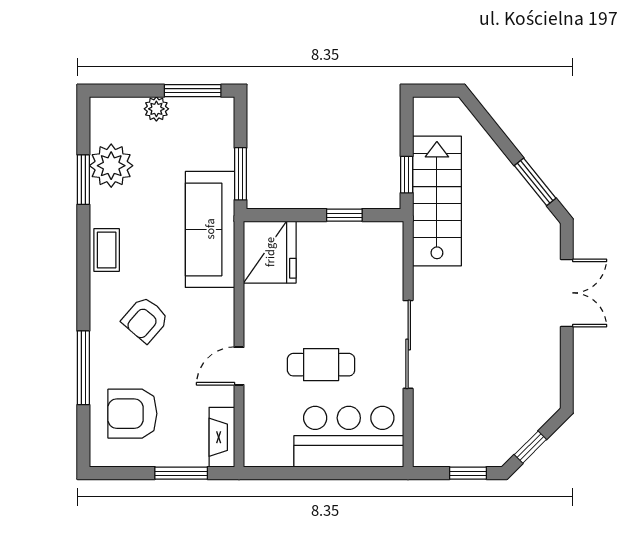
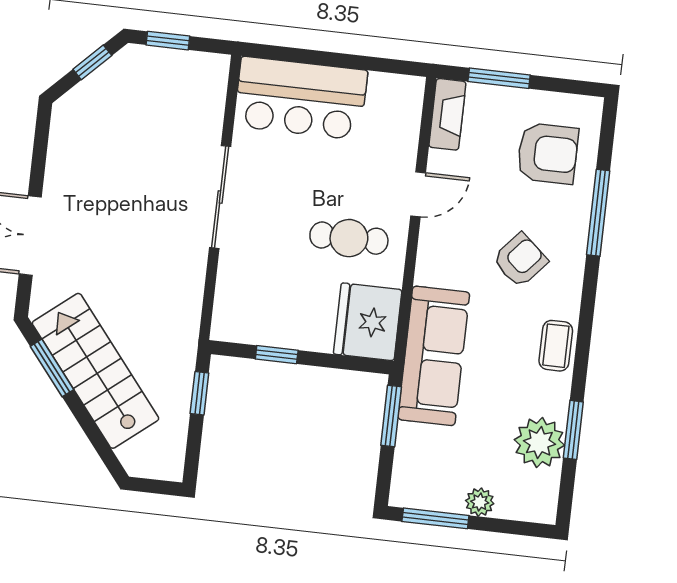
stairs: (437, 201) -> (96, 371), moved, turned 141
cafe table: (321, 365) -> (349, 238), moved

